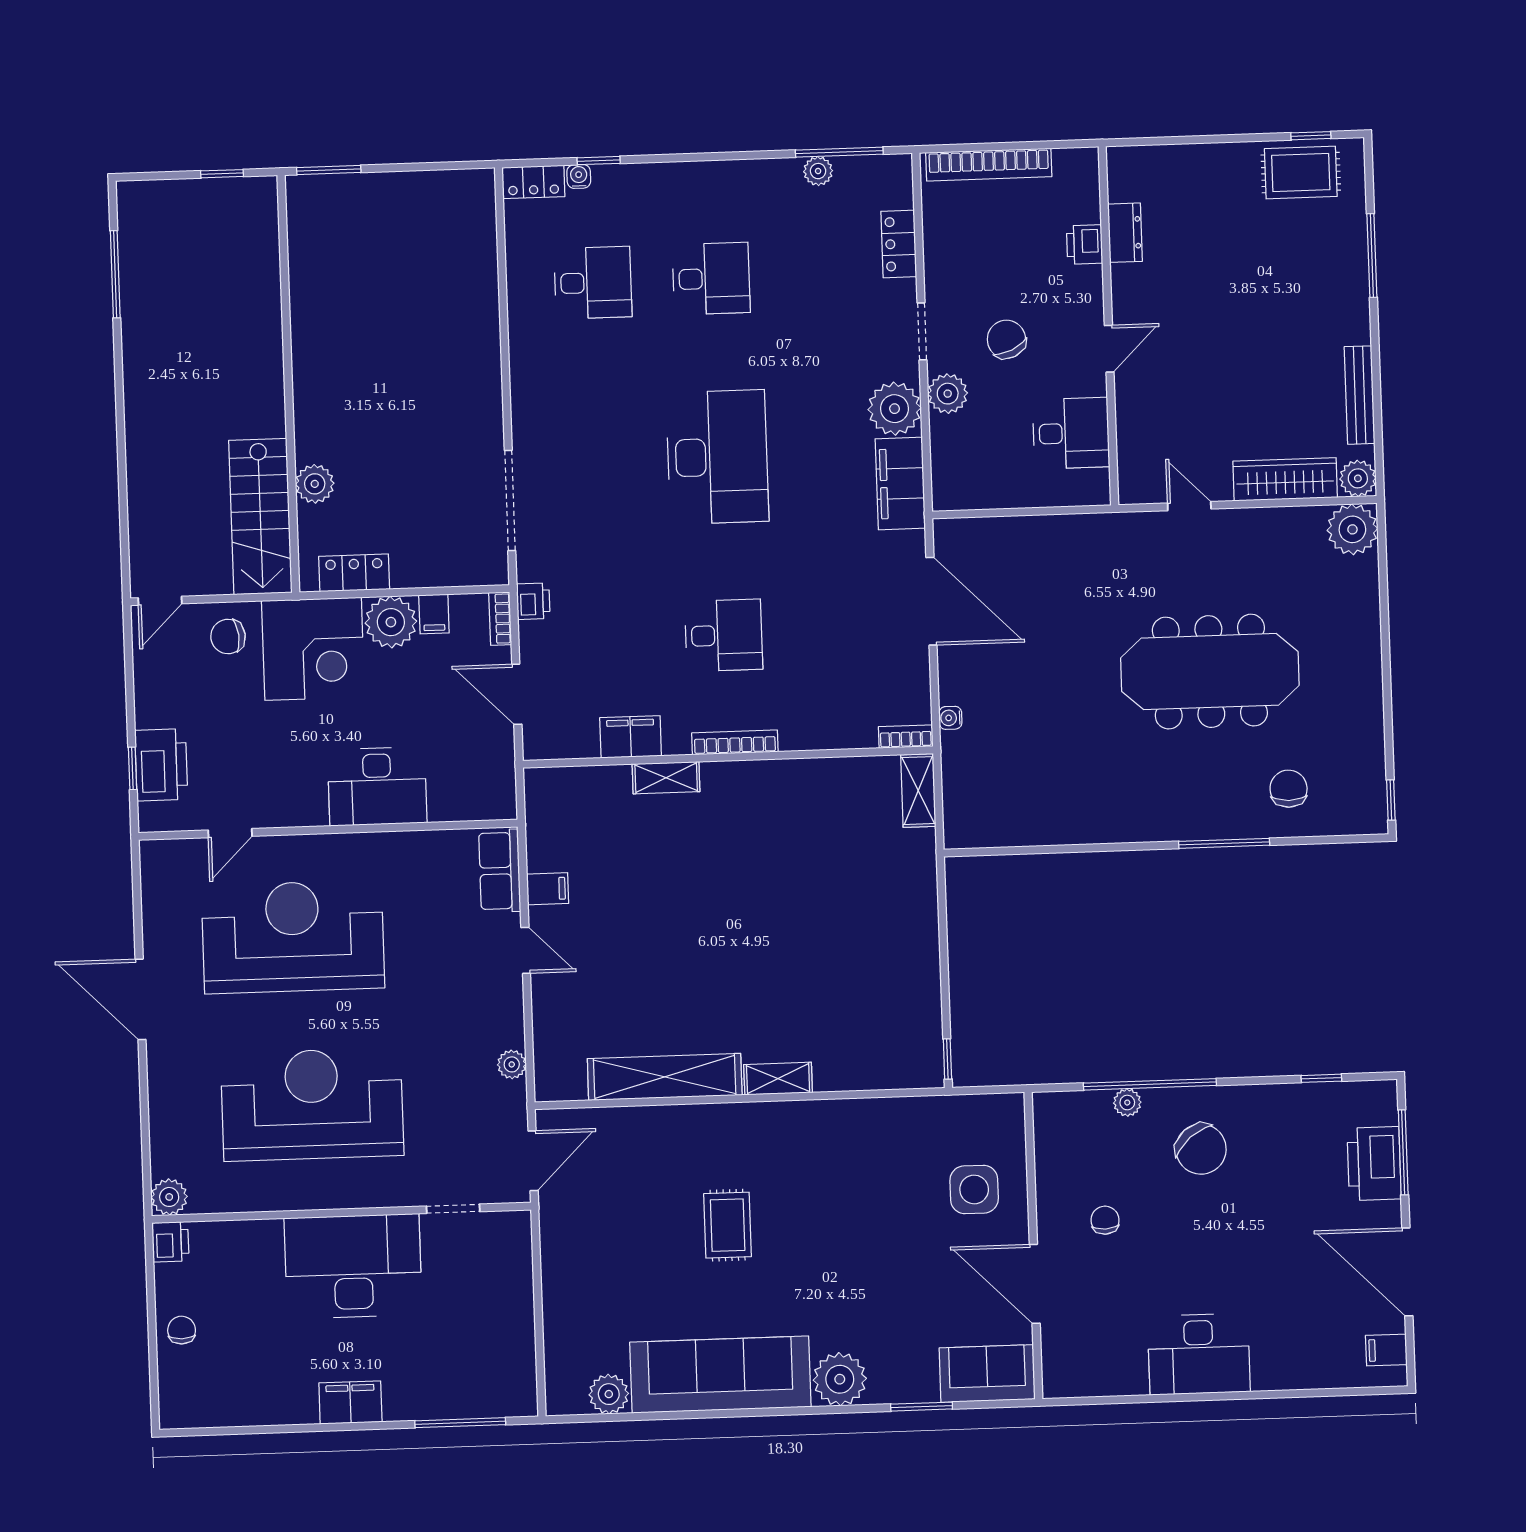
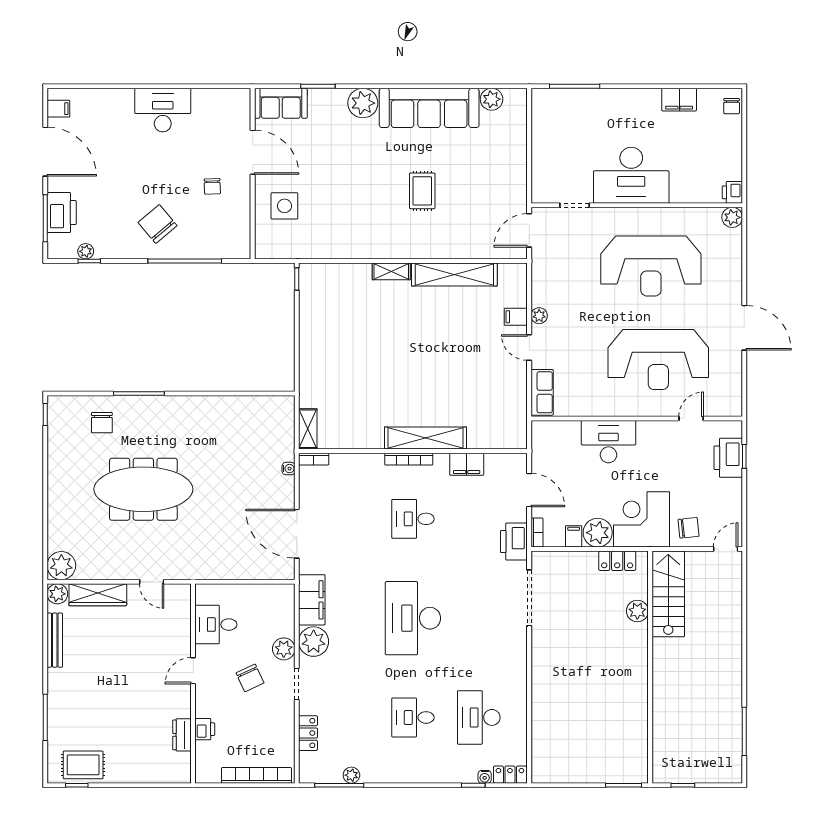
desk: (593, 283) -> (479, 717), width x1.37
printer: (533, 601) -> (514, 542), width x1.87, depth x1.48
shelving: (666, 778) -> (425, 438), width x2.20, depth x1.33
filing cabinet: (548, 889) -> (516, 317), moved
plant: (512, 1064) -> (539, 316), moved
plant: (1127, 1103) -> (86, 251), moved
chair: (182, 1330) -> (732, 106), moved
filing cabinet: (350, 1402) -> (679, 100), moved

